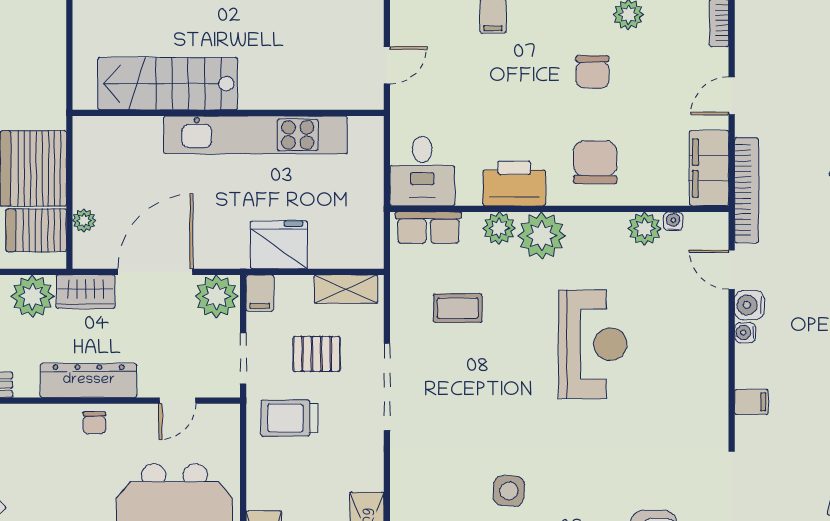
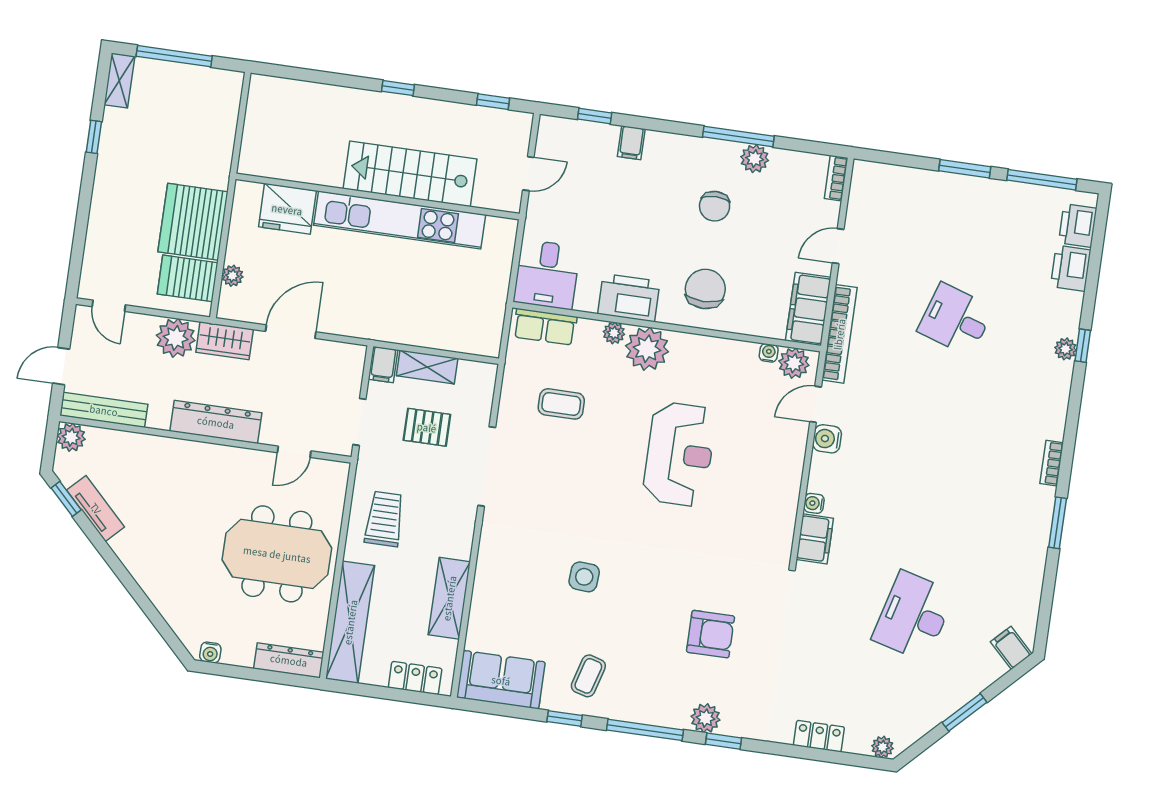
stairs: (168, 84) -> (410, 174), moved
plant: (499, 228) -> (614, 333), width x0.73, depth x0.73
plant: (644, 229) -> (794, 363), moved
fridge: (279, 245) -> (287, 209), moved, turned 180
door: (732, 270) -> (816, 404), hinge flipped
door: (155, 272) -> (291, 332), width x0.73
shelving: (346, 289) -> (427, 367), moved
plant: (216, 296) -> (343, 362), removed
water cooler: (745, 333) -> (814, 503), moved
filing cabinet: (751, 402) -> (815, 539), width x2.00
trolley: (289, 418) -> (384, 519), moved, turned 90
chair: (94, 423) -> (216, 461), removed

